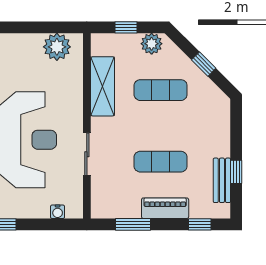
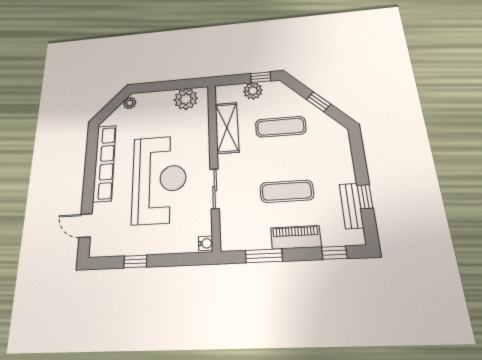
window: (126, 27) -> (261, 77), moved
plant: (152, 44) -> (253, 91), moved
water cooler: (58, 212) -> (206, 243), moved, turned -90

